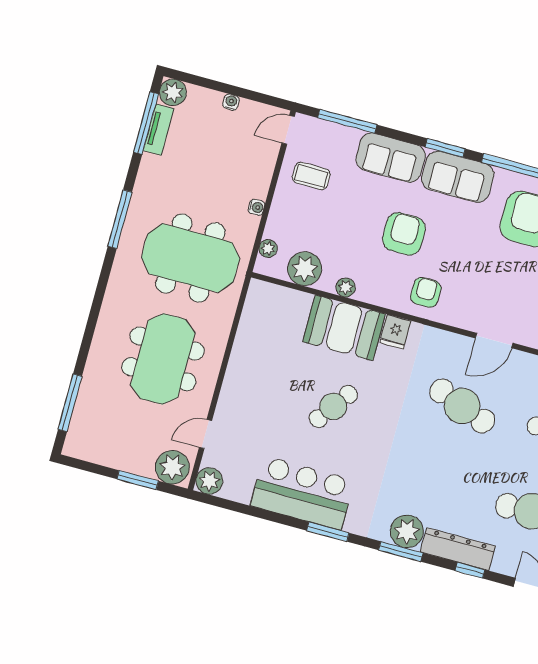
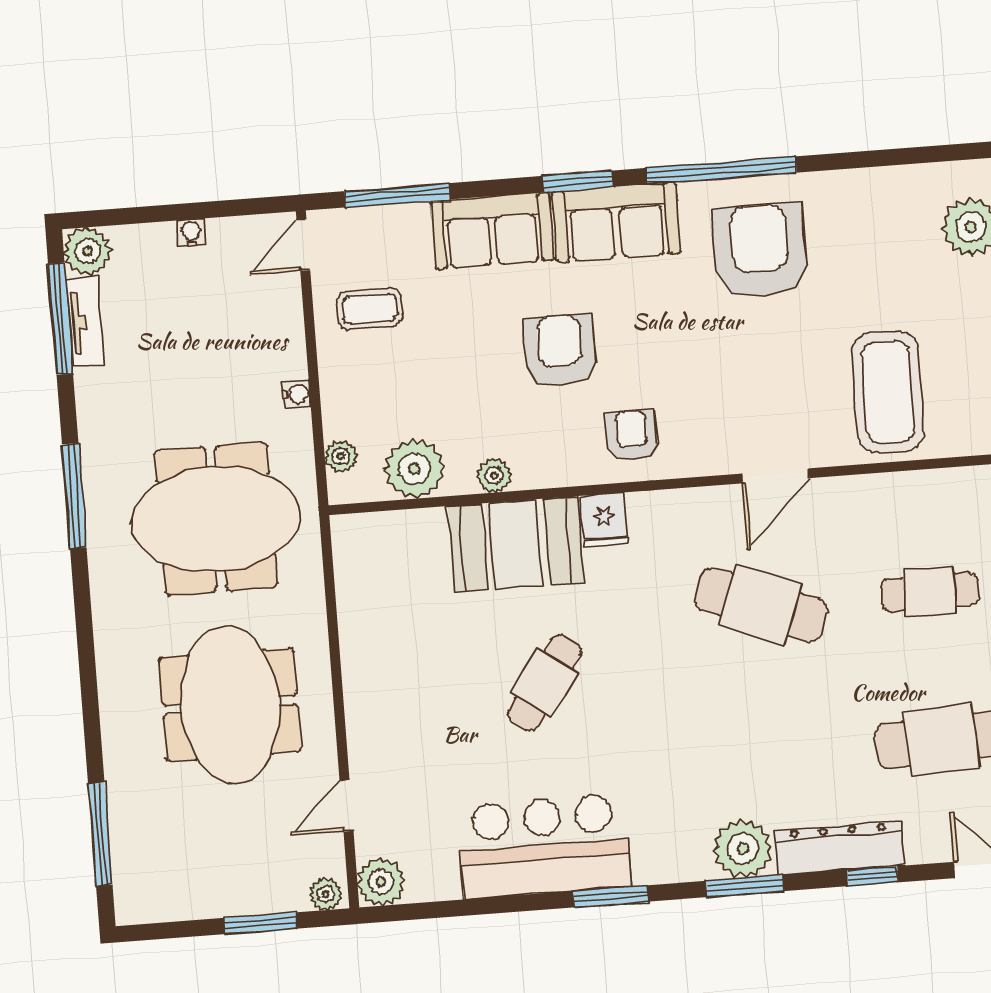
plant: (172, 467) -> (326, 894), width x0.53, depth x0.53

